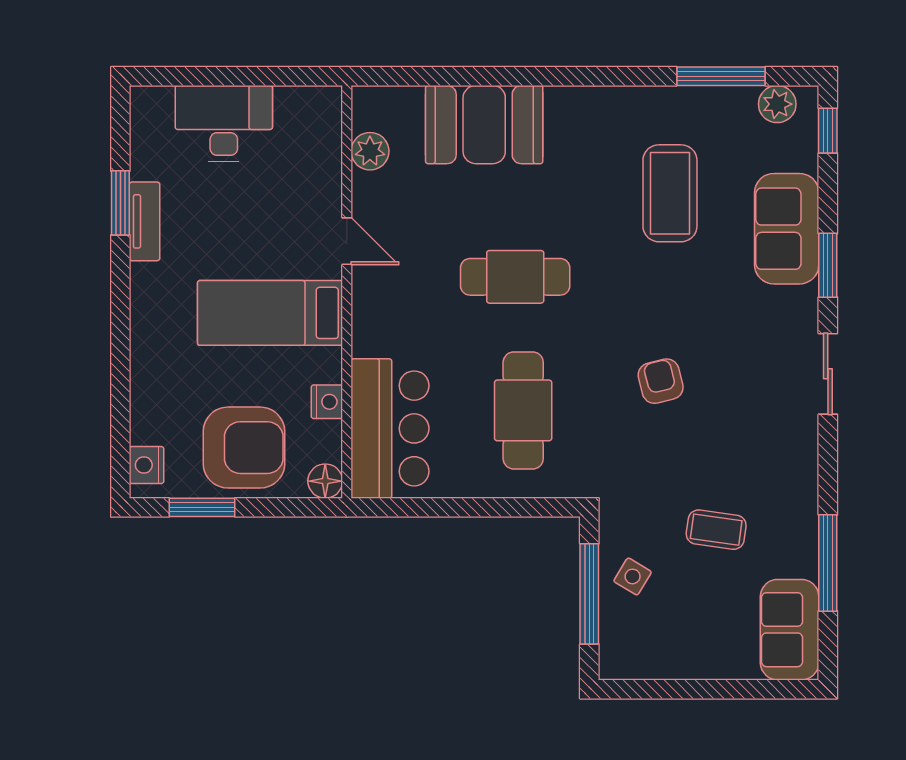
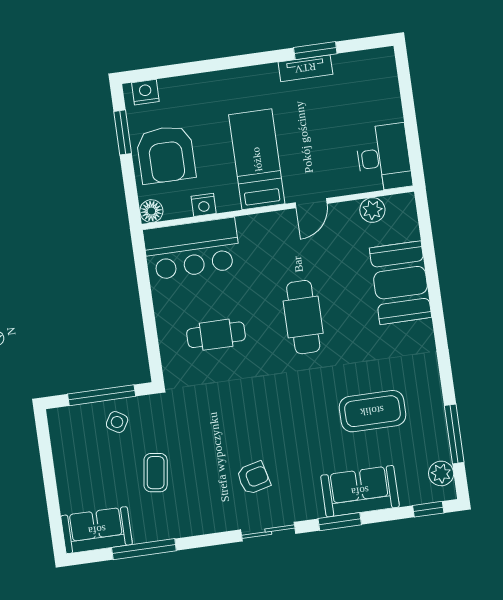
desk: (224, 123) -> (384, 157), moved
armchair: (661, 381) -> (253, 478), moved
cafe table: (523, 410) -> (216, 335), width x0.73, depth x0.74

